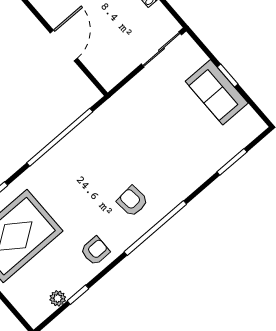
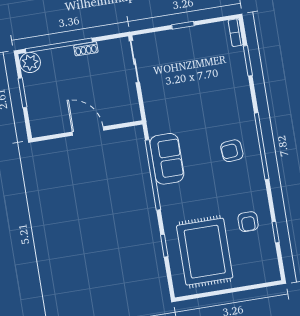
sofa: (217, 92) -> (167, 159), moved, turned -90
bookcase: (253, 132) -> (236, 33), added
armchair: (95, 251) -> (248, 222), moved, turned 180
plant: (58, 298) -> (269, 249), removed

